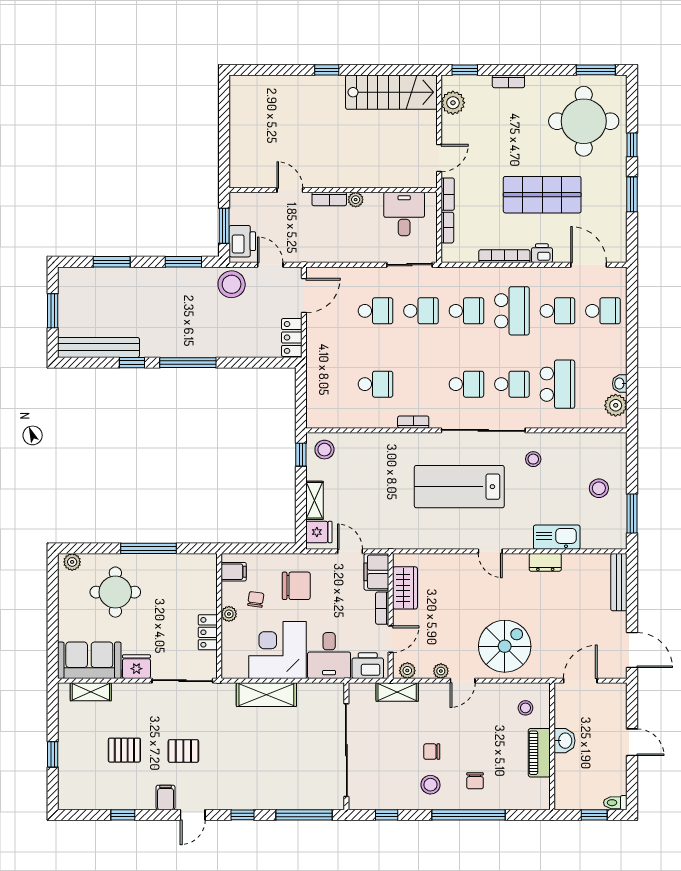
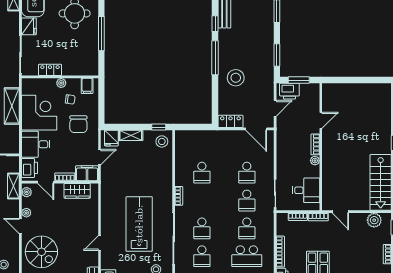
stool: (232, 284) -> (236, 78), moved

